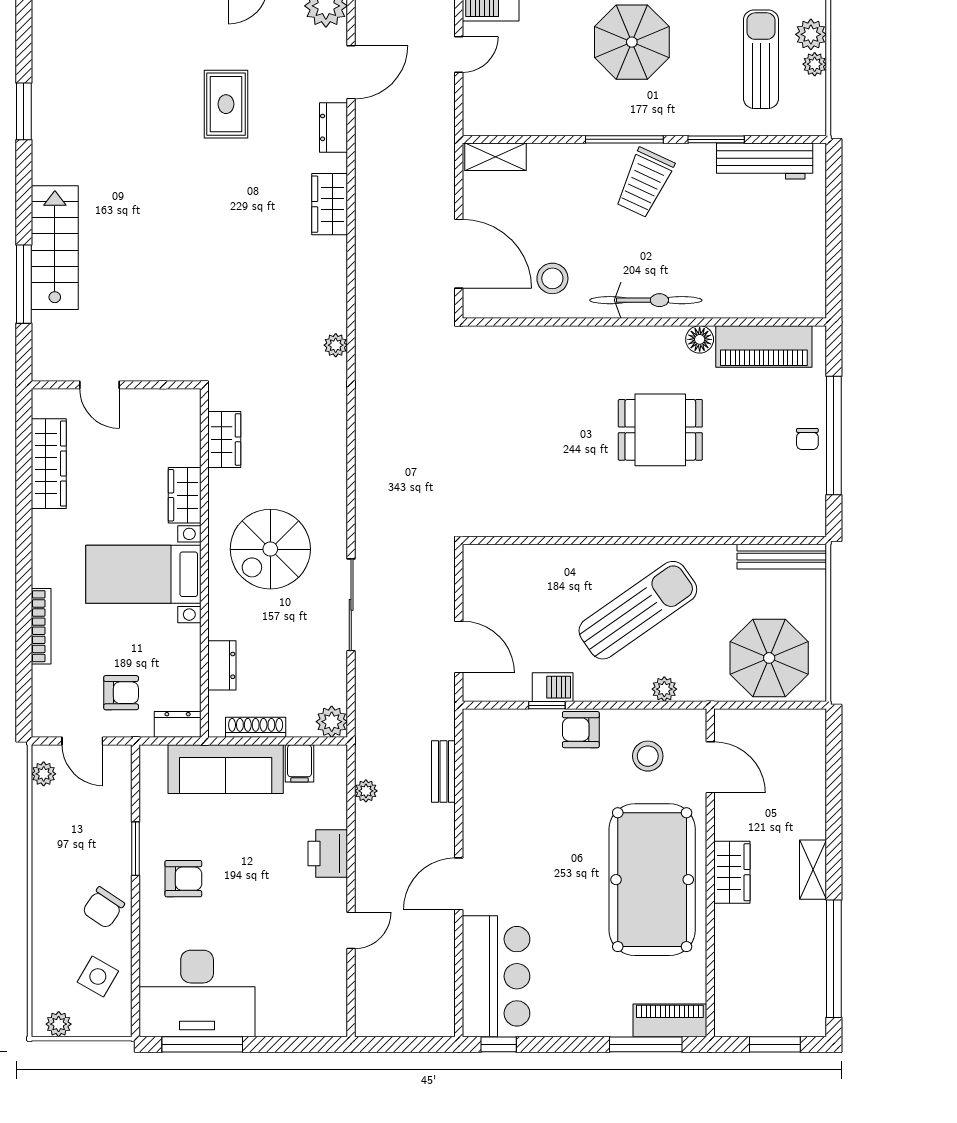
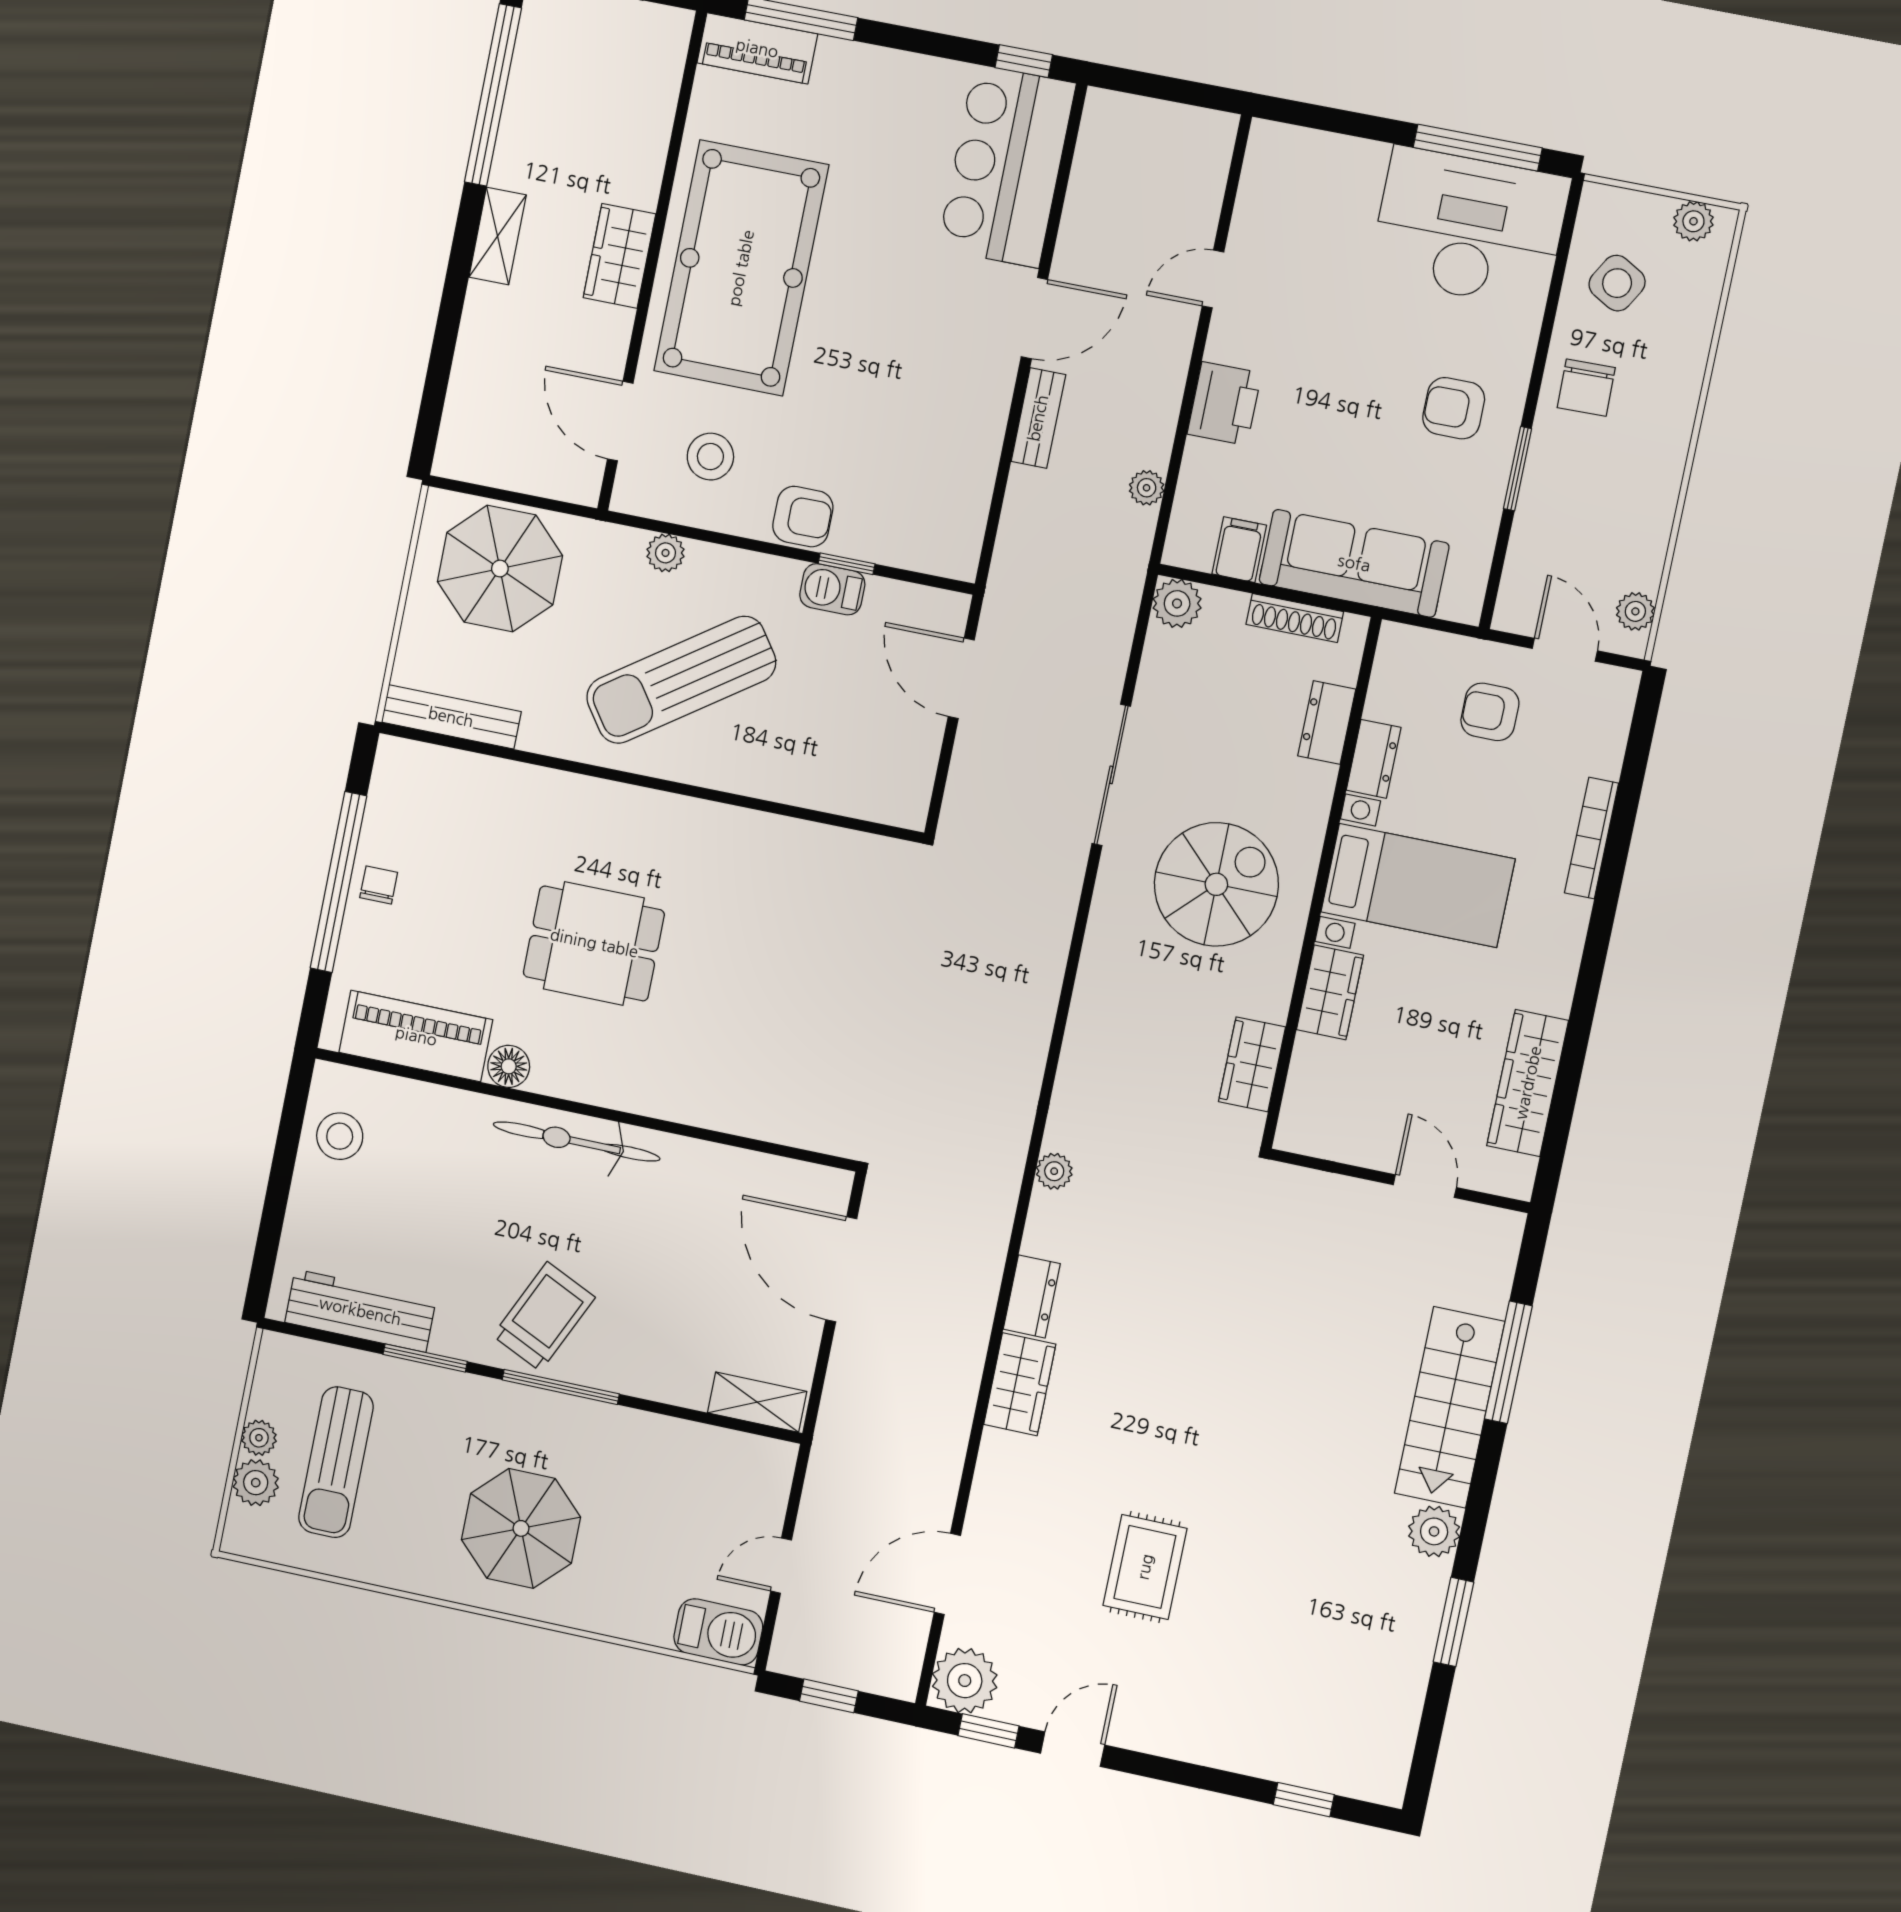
dresser: (334, 127) -> (1032, 1296), moved
plant: (48, 166) -> (1434, 1531), added
stool: (552, 278) -> (340, 1136), moved
dresser: (178, 724) -> (1374, 759), moved, turned -90
bench: (443, 772) -> (1038, 418), moved
chair: (103, 908) -> (1586, 388), turned 145

